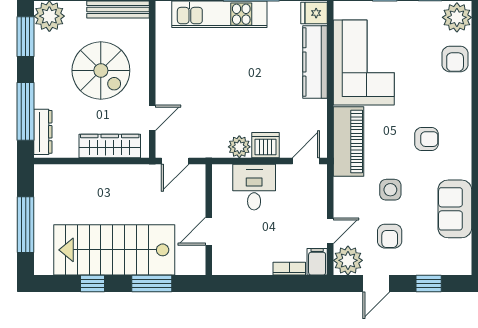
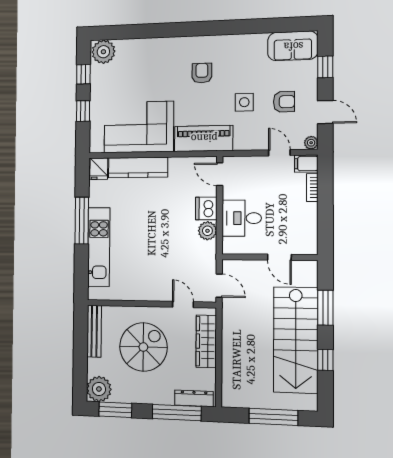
armchair: (455, 59) -> (137, 52), removed
sofa: (455, 209) -> (293, 46), moved
plant: (348, 260) -> (311, 143), width x0.53, depth x0.53

